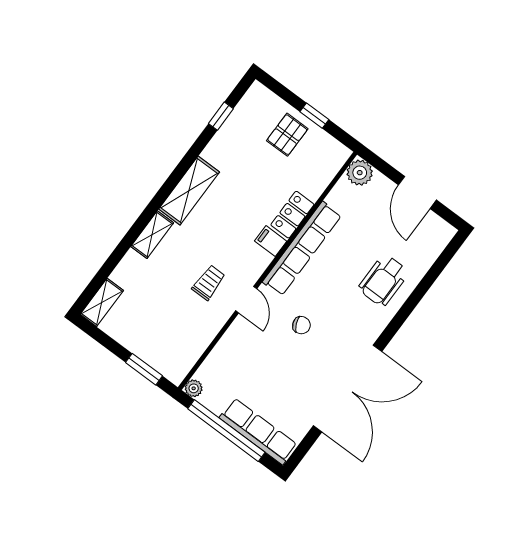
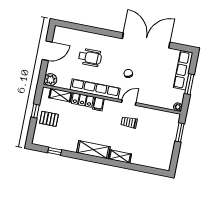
wheelchair: (383, 280) -> (90, 57), moved
shelving: (102, 302) -> (60, 95), moved
window: (226, 431) -> (189, 84), width x0.47

